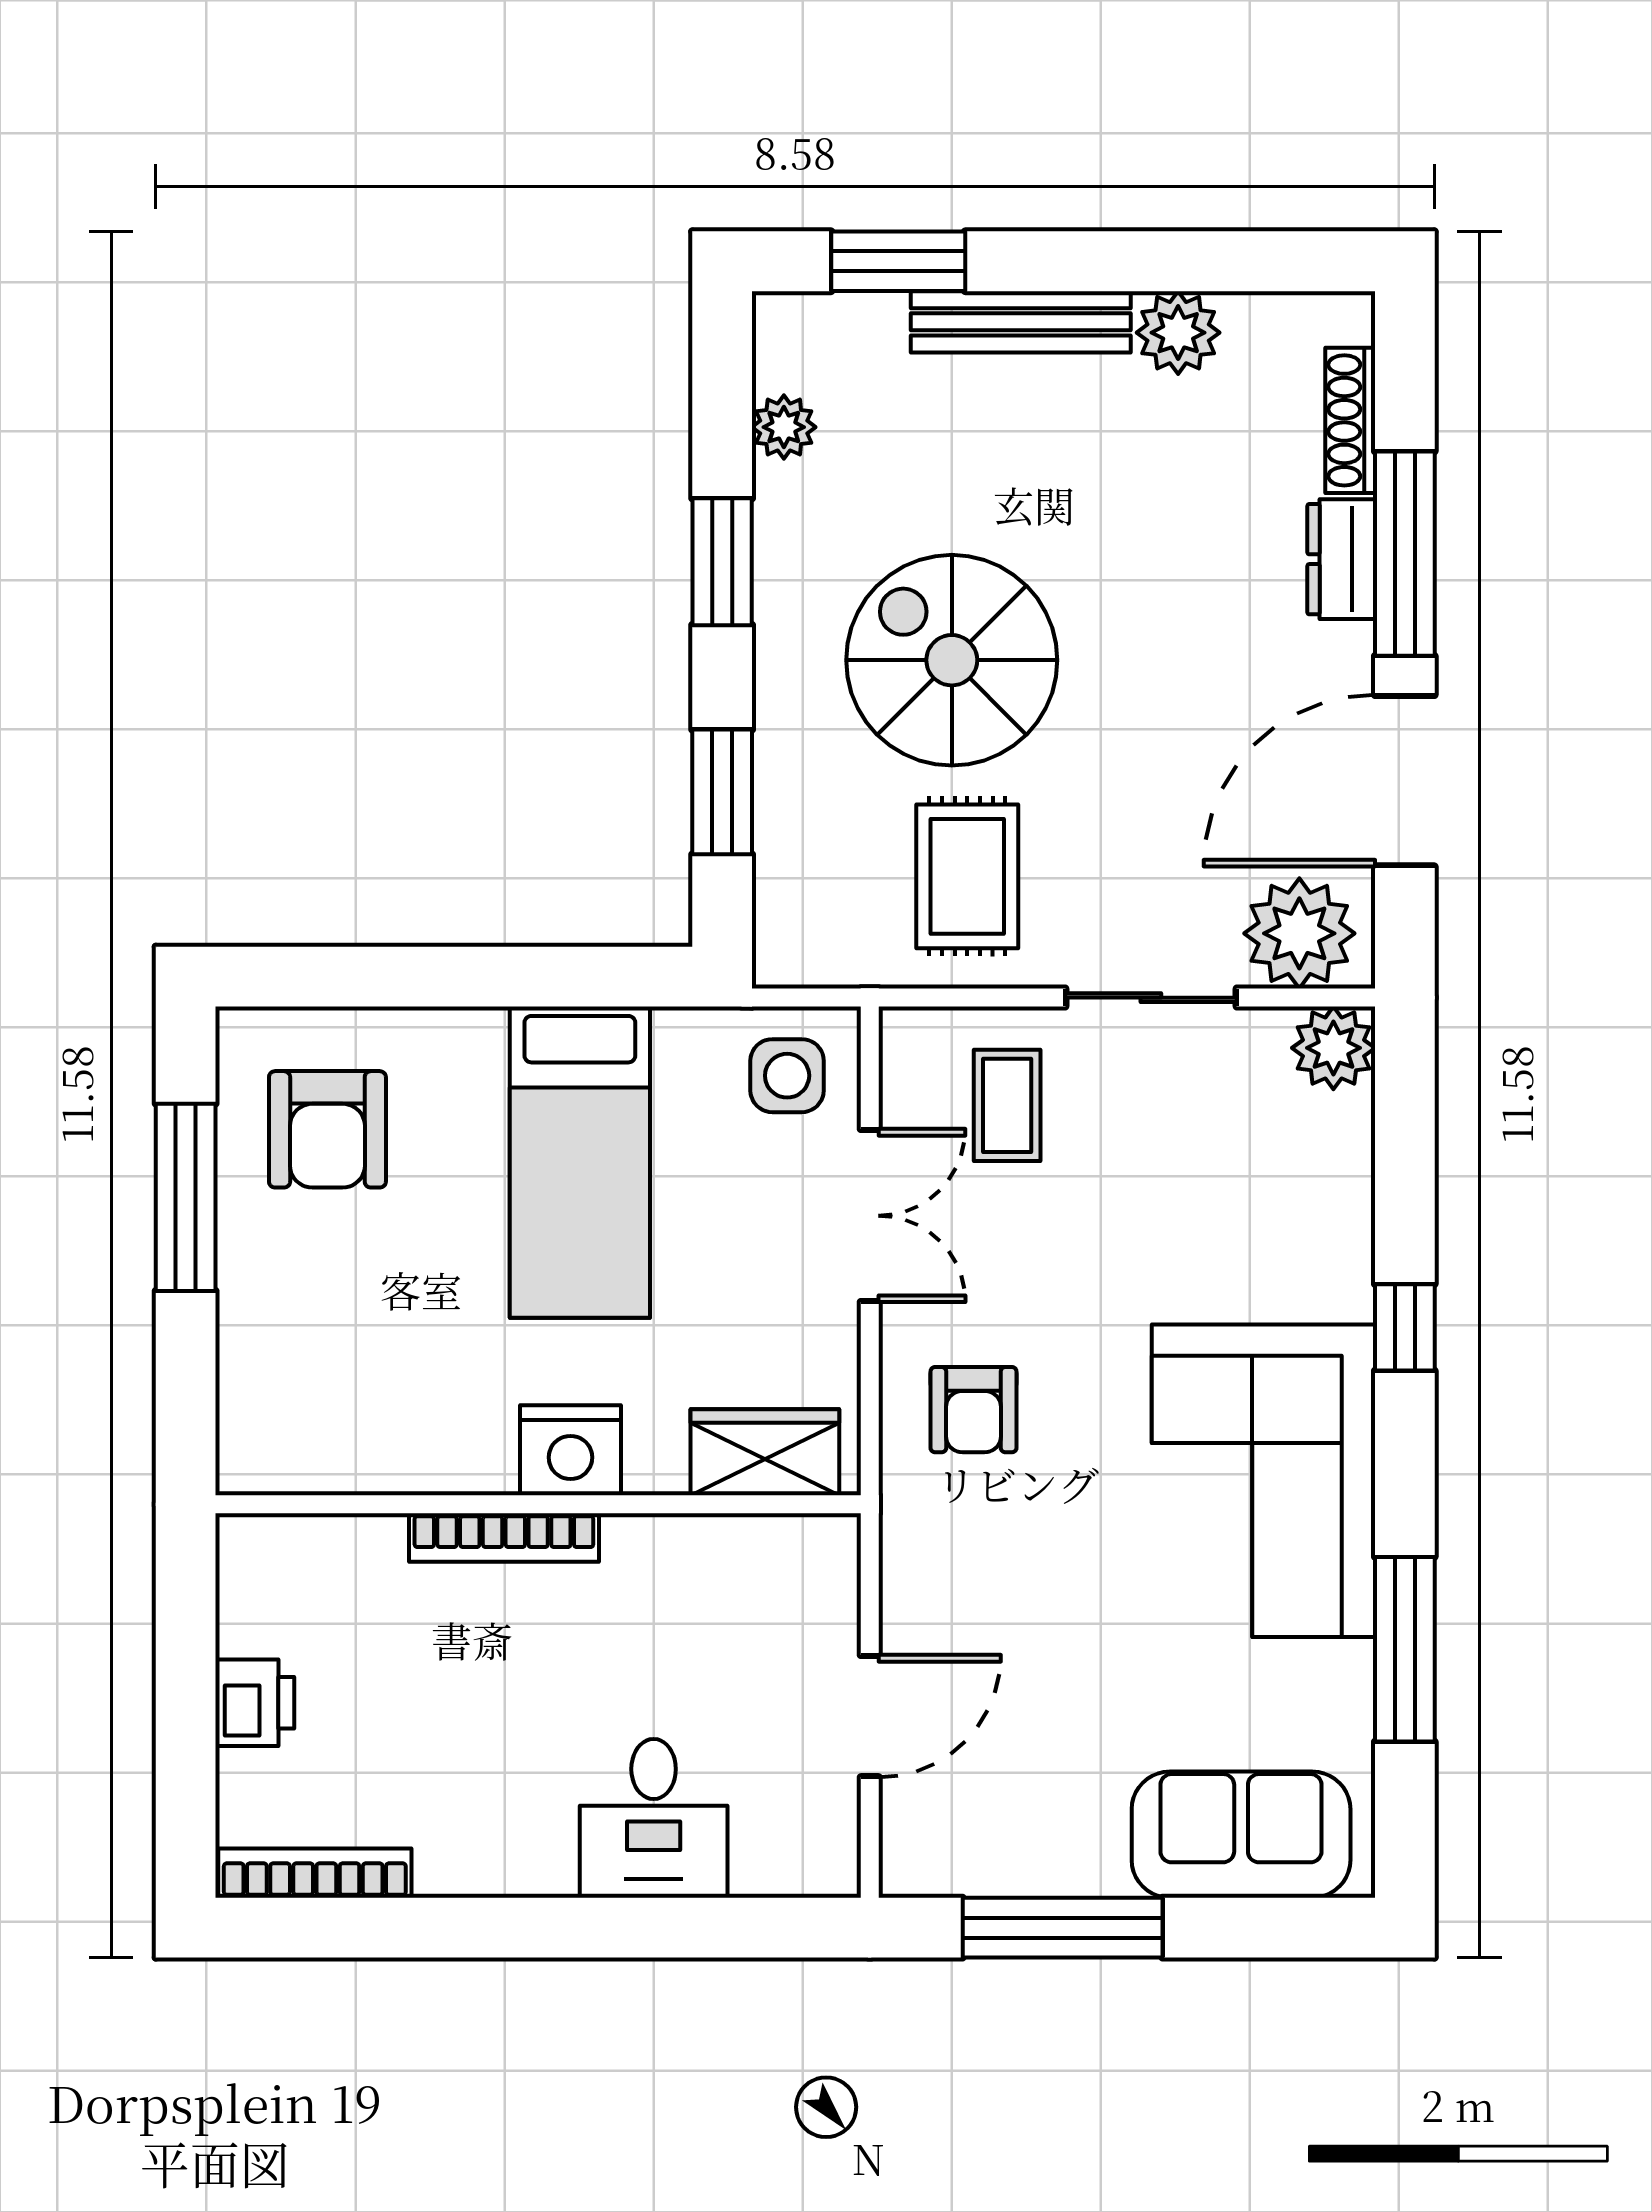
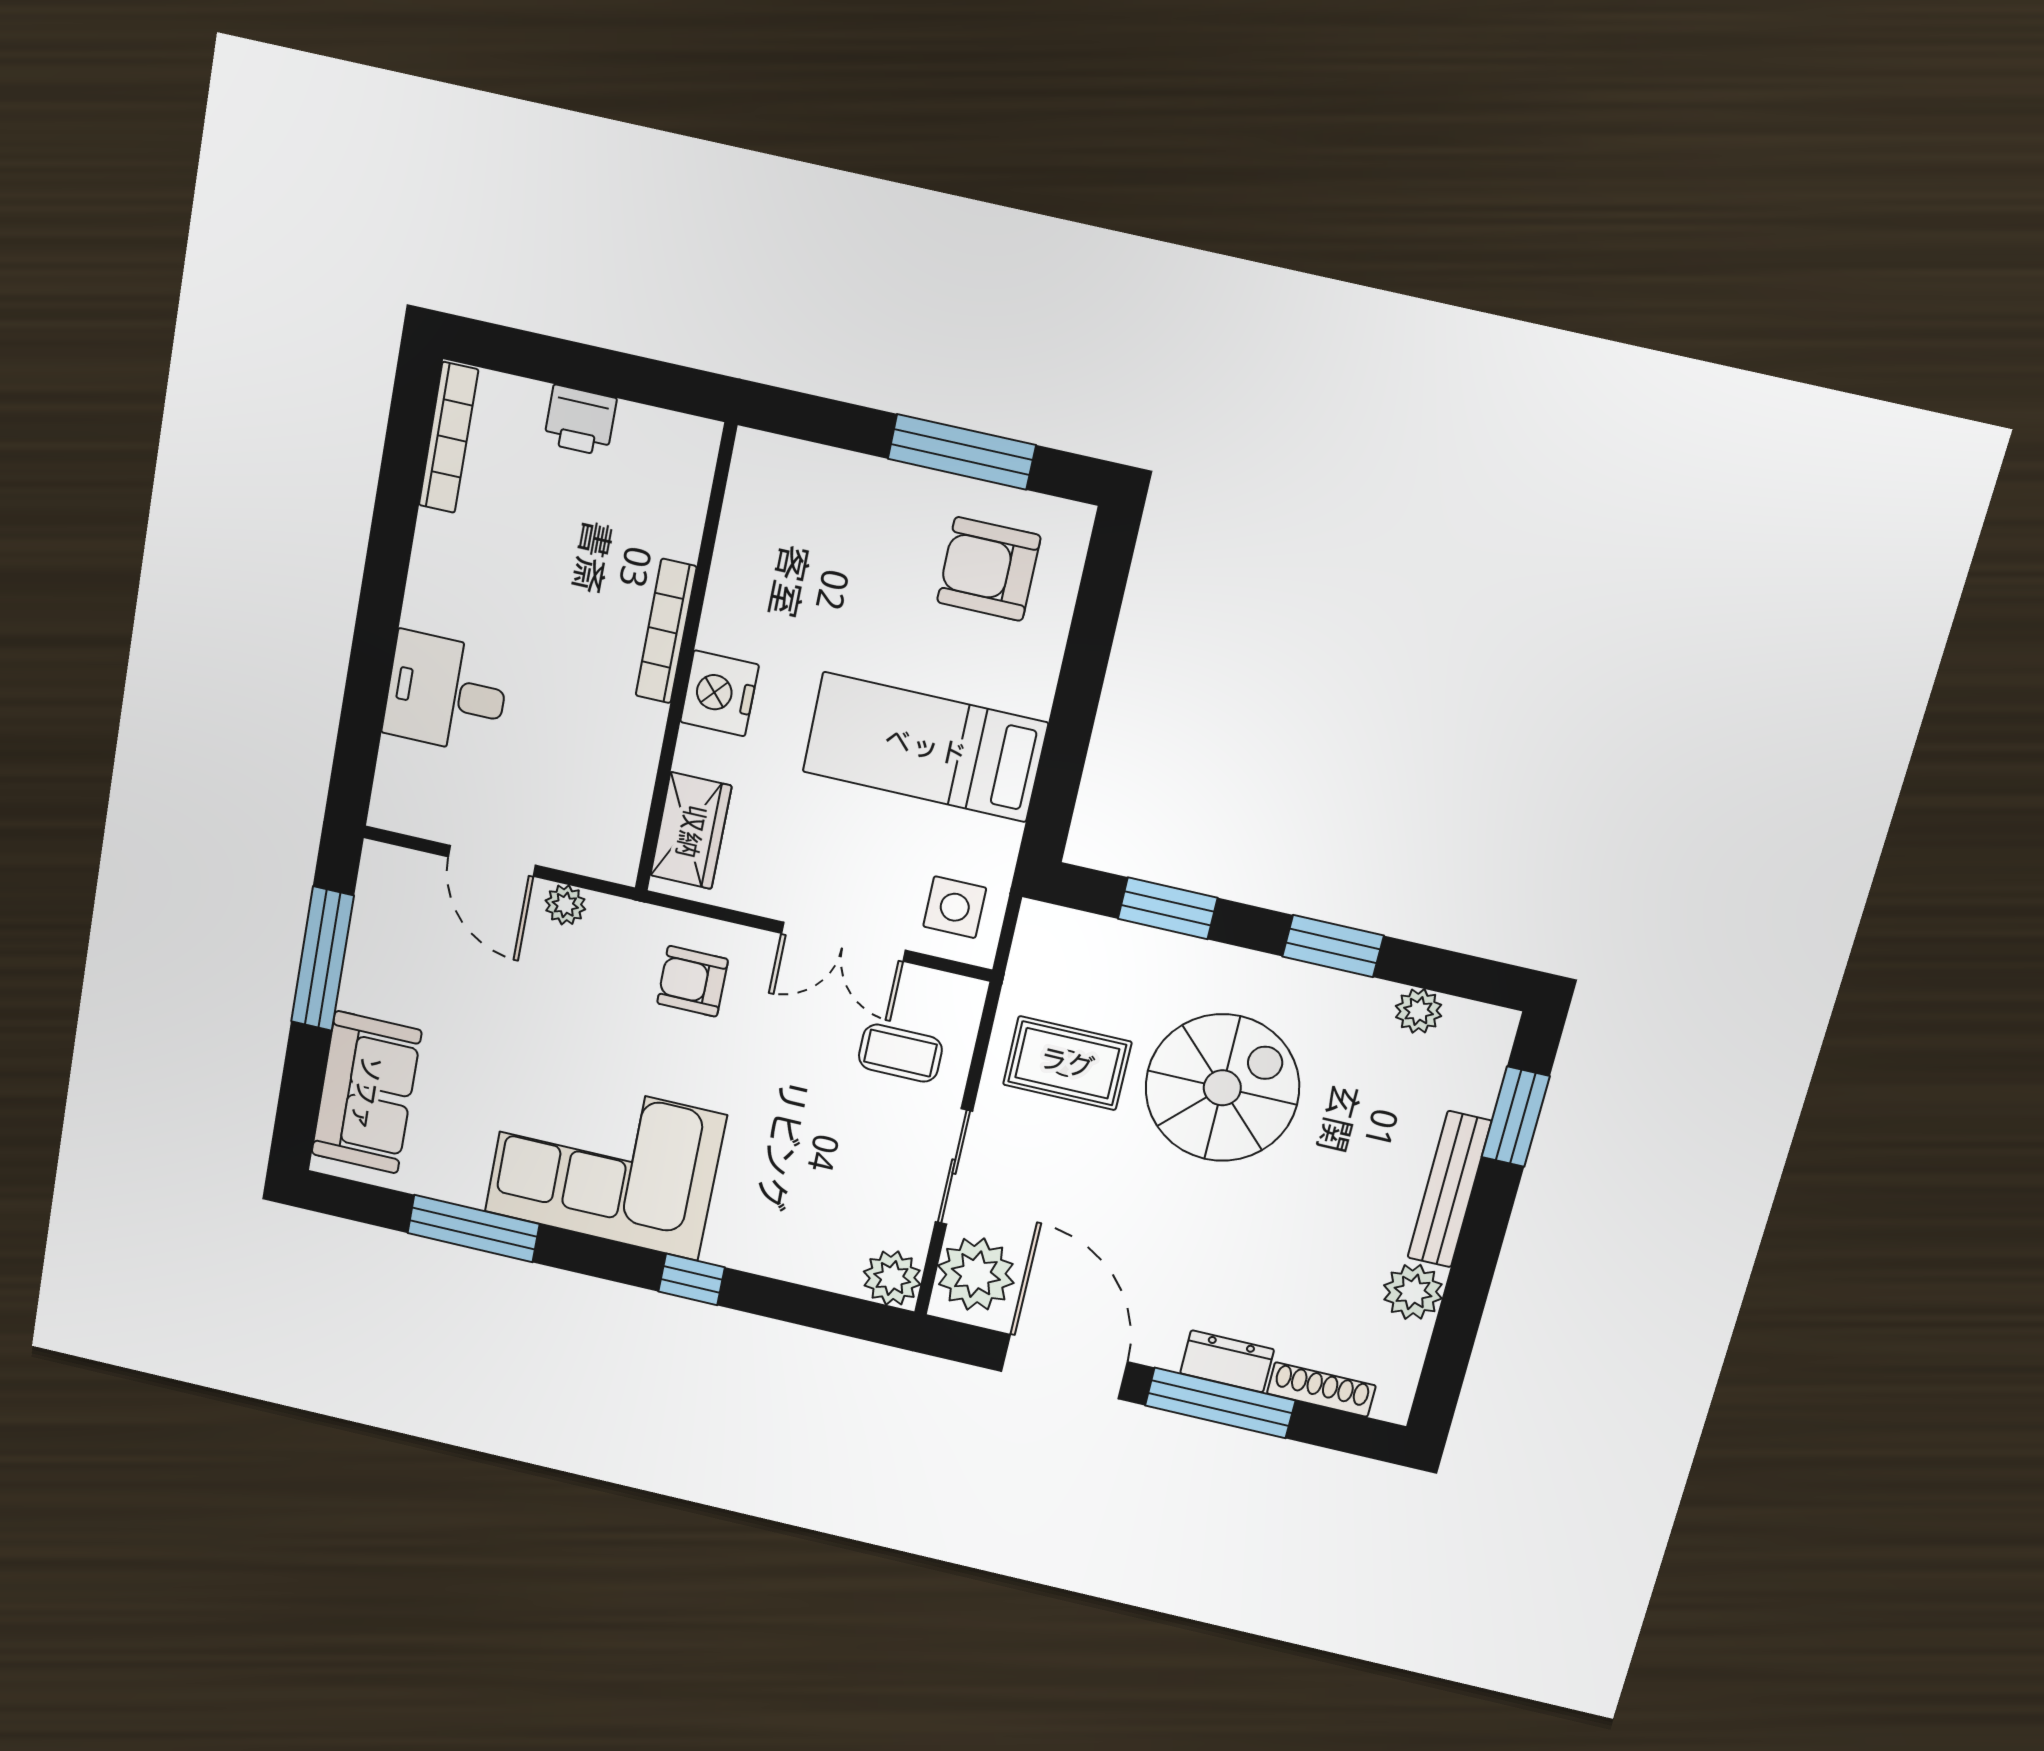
plant: (907, 1604) -> (565, 905), added

